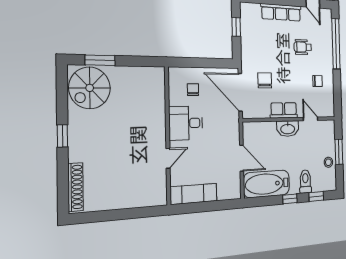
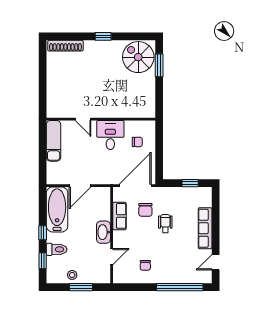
wheelchair: (303, 47) -> (165, 224), moved
chair: (265, 80) -> (145, 210), turned 90
row of seats: (284, 110) -> (119, 216), moved

